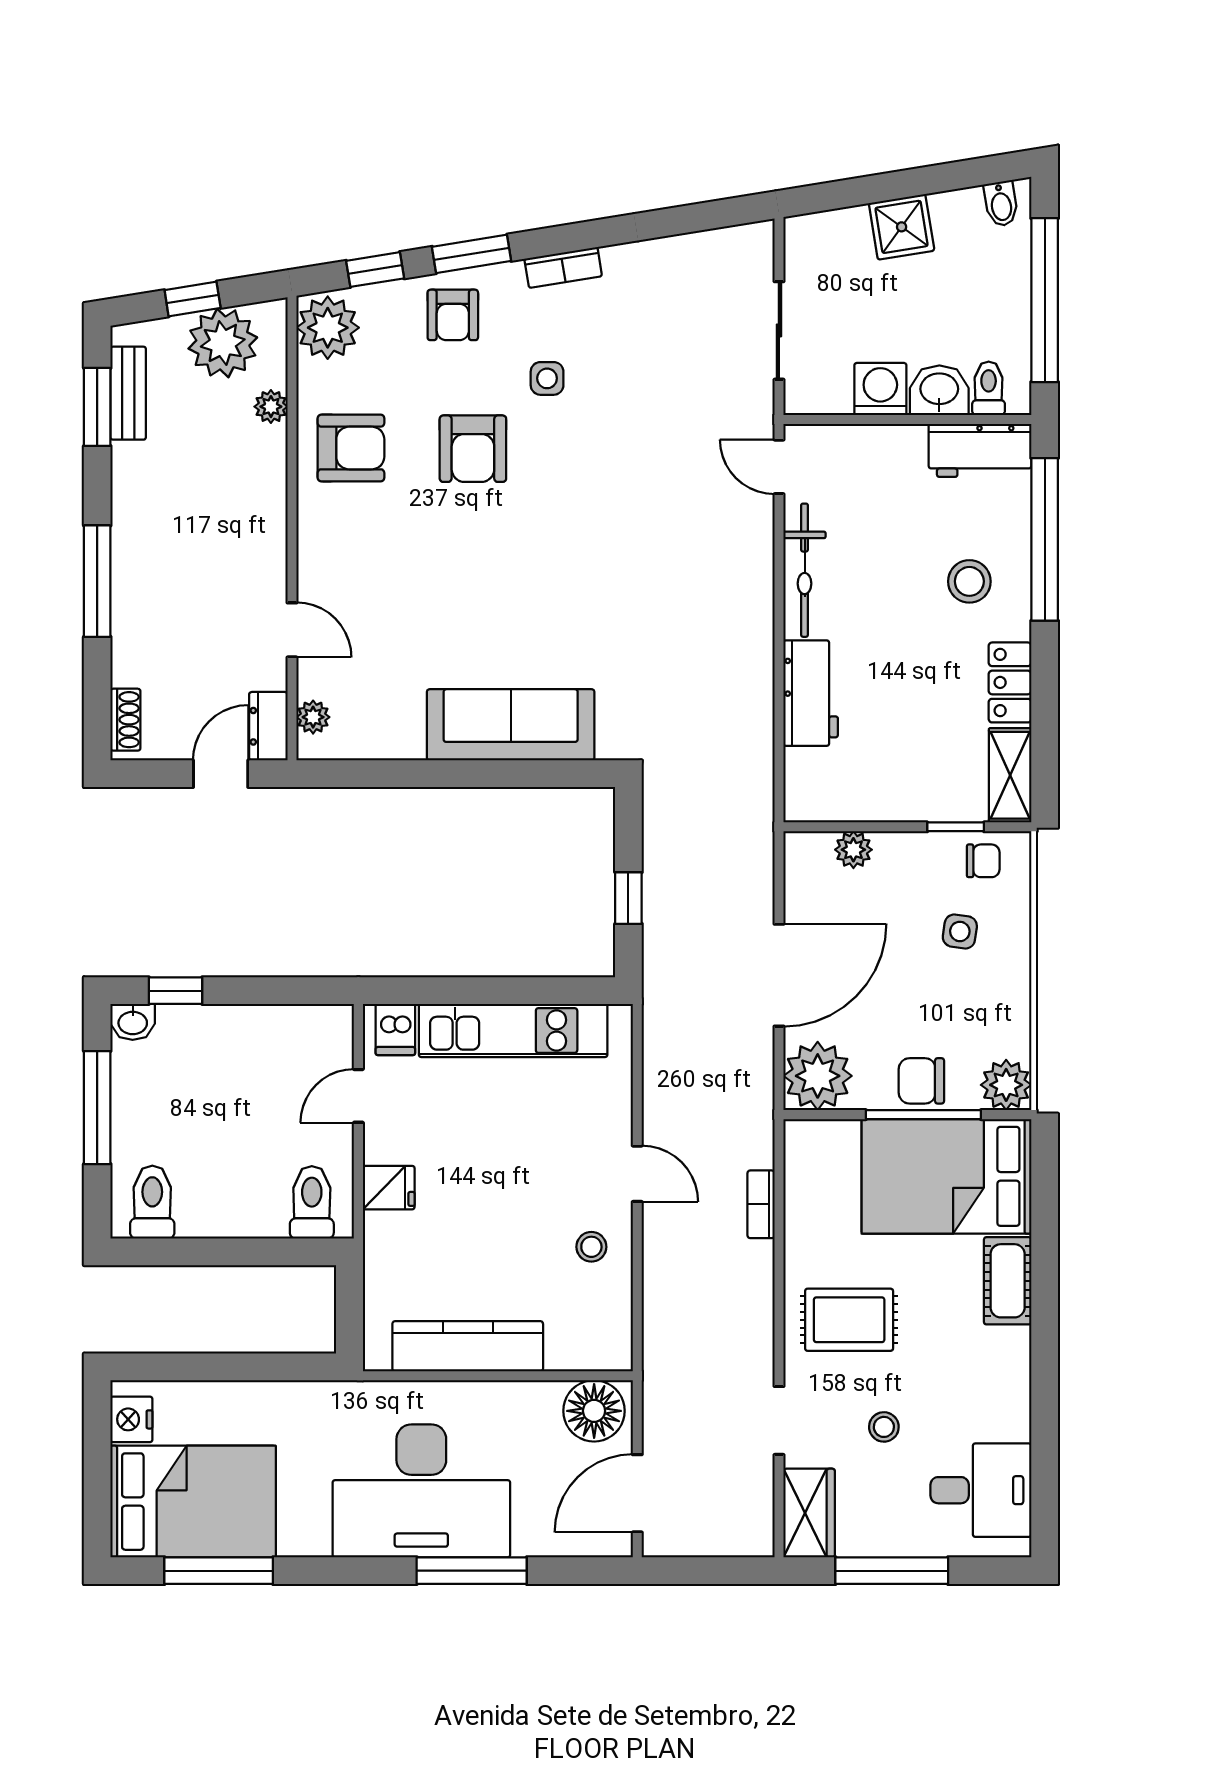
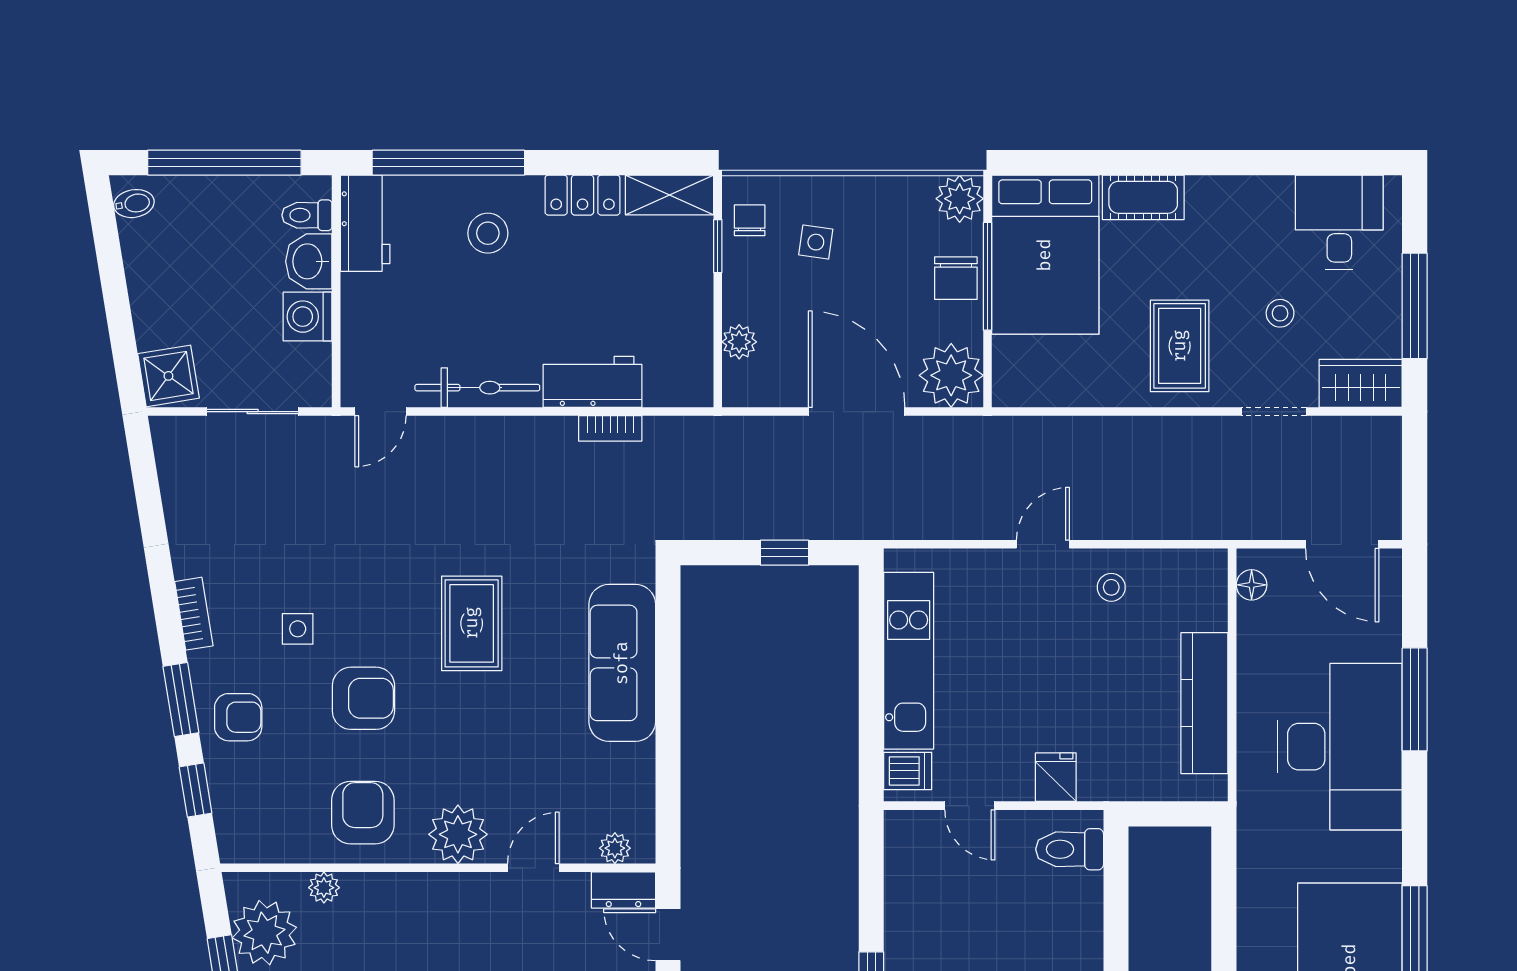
shower: (902, 227) -> (168, 376), moved
plant: (328, 328) -> (458, 834), moved
rug: (553, 564) -> (472, 623), added
bookcase: (761, 1204) -> (610, 428), moved
floor lamp: (594, 1411) -> (1252, 585), width x0.53, depth x0.53

